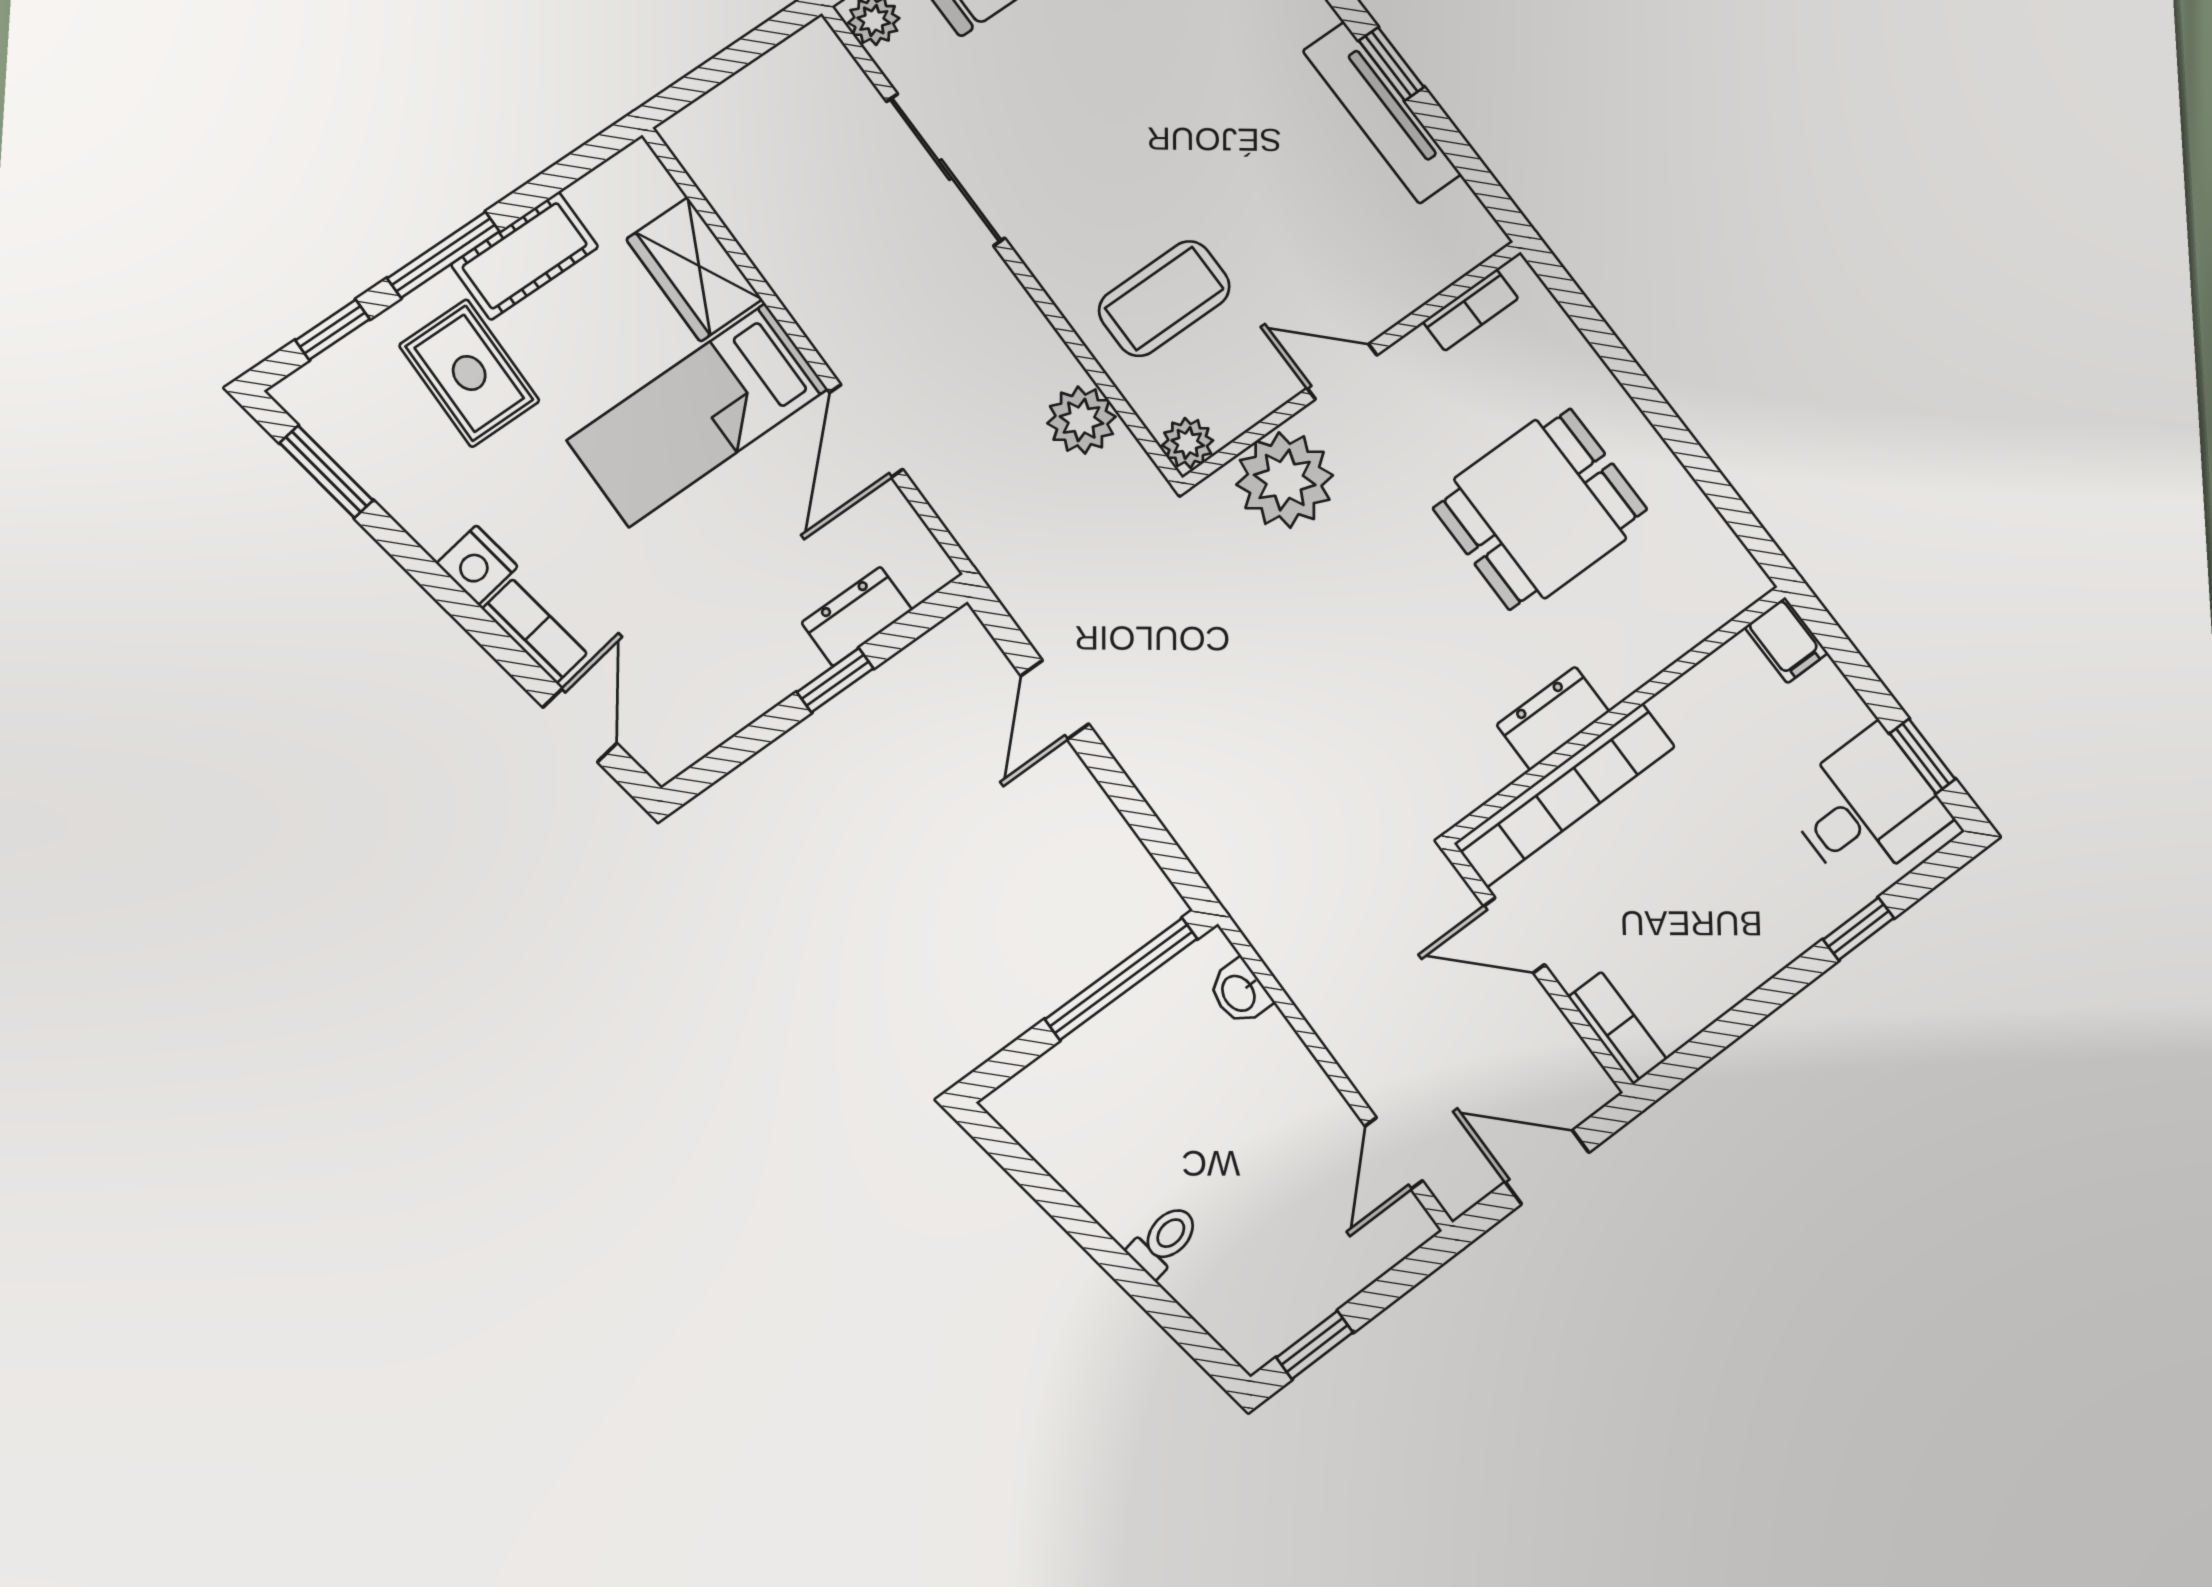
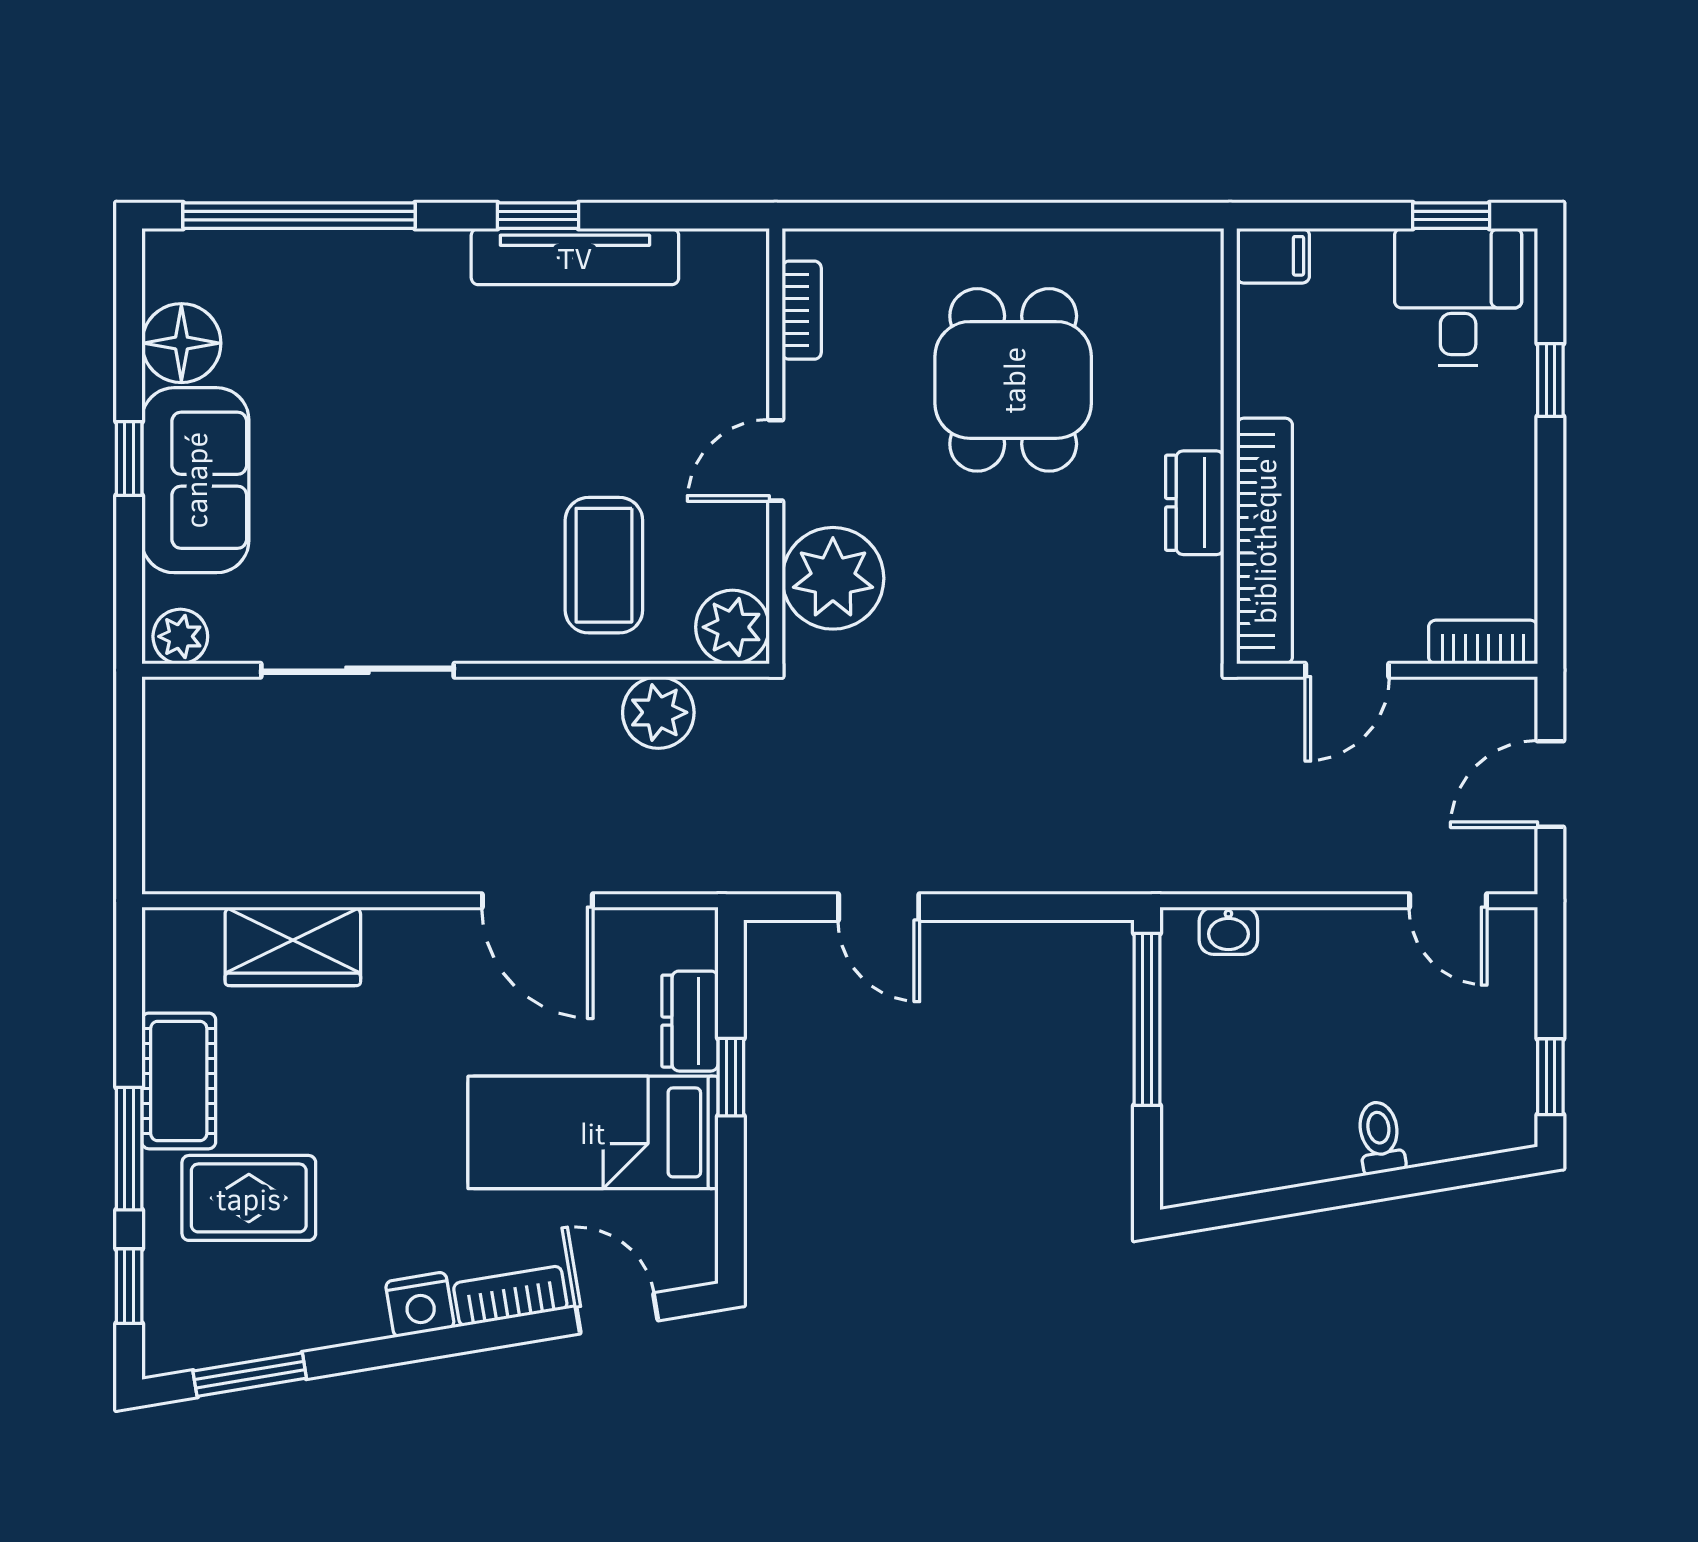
bed: (697, 415) -> (593, 1132), moved, turned 90
plant: (1188, 443) -> (732, 627), width x1.38, depth x1.38

